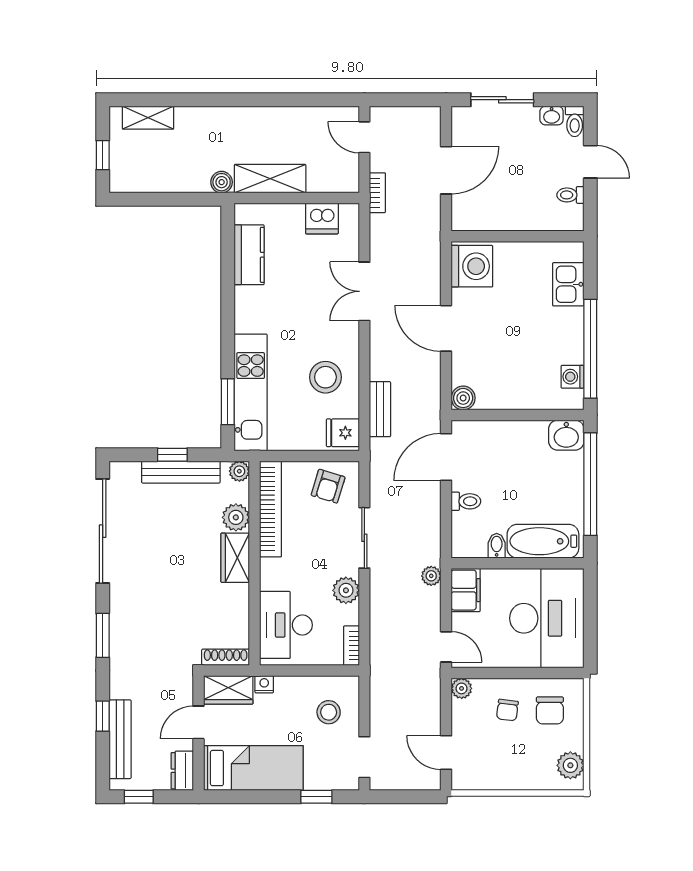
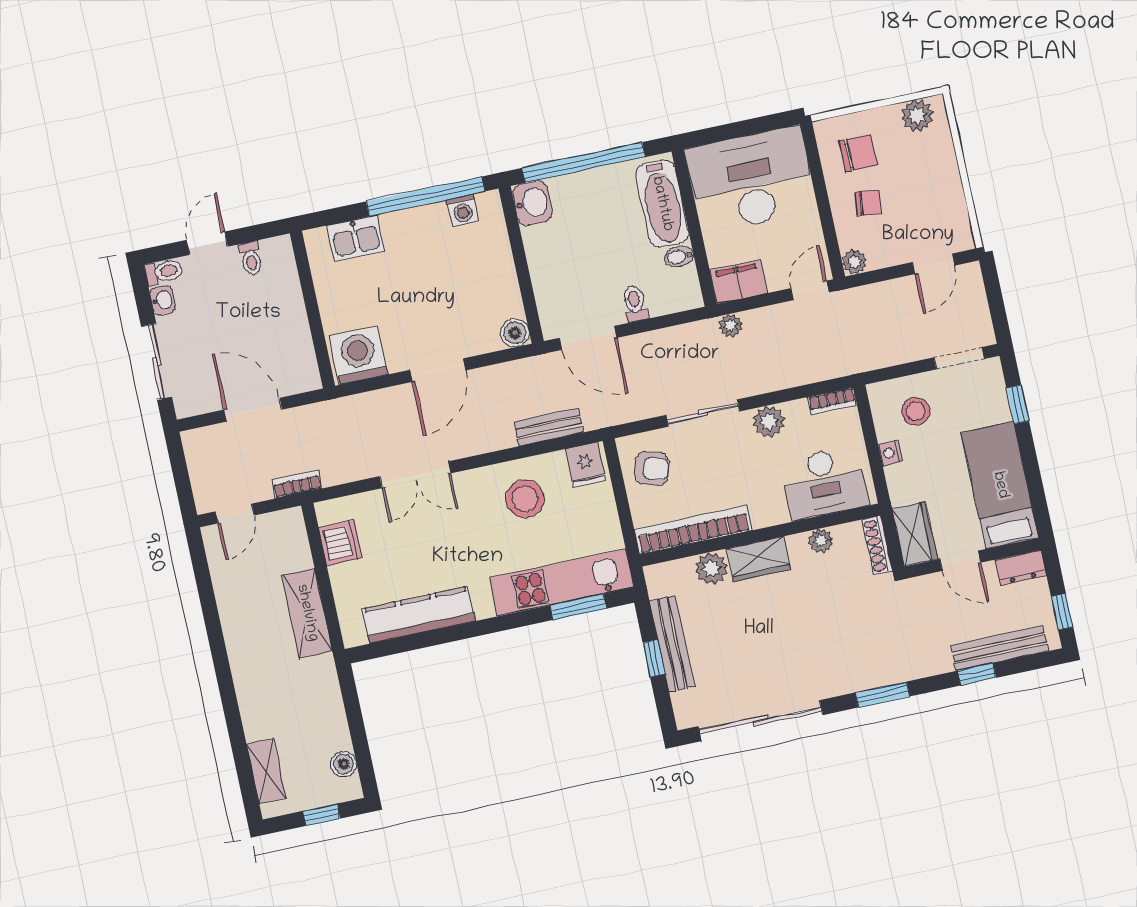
boiler: (222, 182) -> (344, 764), moved
kitchen counter: (249, 255) -> (419, 615), width x1.50
plant: (239, 471) -> (821, 541), moved
nightstand: (264, 684) -> (890, 453), moved

